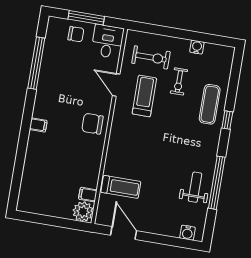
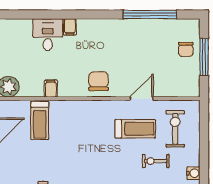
desk: (107, 41) -> (48, 35), moved, turned -90
exercise bike: (151, 57) -> (175, 129), turned 180
filing cabinet: (38, 125) -> (70, 27), moved
filing cabinet: (88, 195) -> (51, 89), moved

